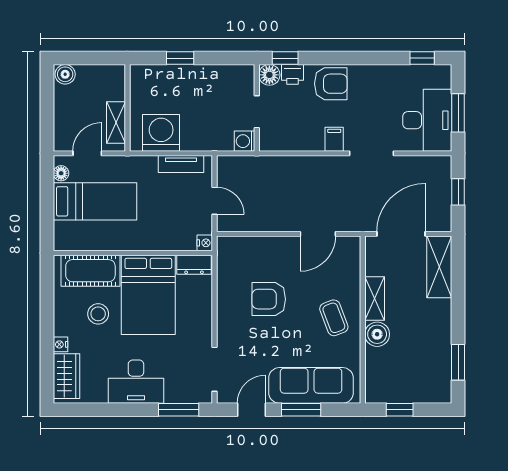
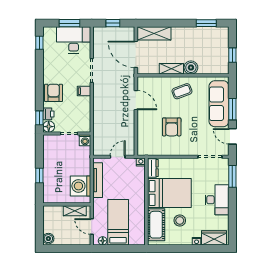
tv unit: (181, 164) -> (98, 180), width x1.41

